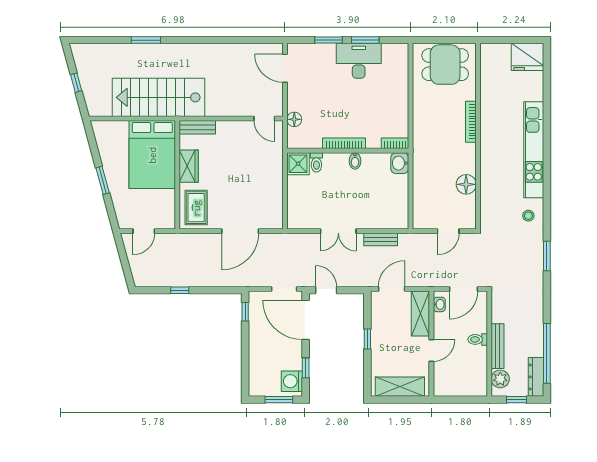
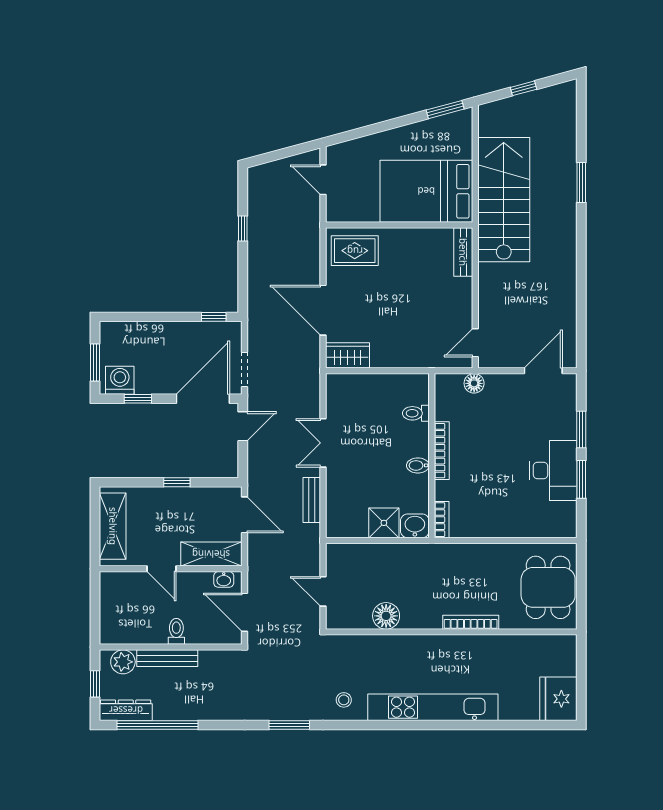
shower: (298, 164) -> (384, 523), moved
wardrobe: (189, 166) -> (347, 355), moved, turned 180
window: (103, 180) -> (445, 110), moved

